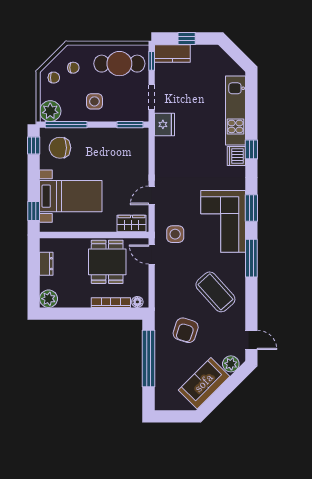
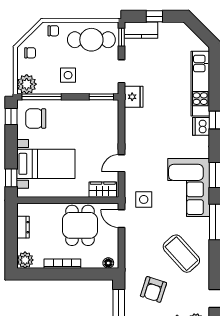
chair: (73, 68) -> (53, 31), moved
bookcase: (111, 303) -> (62, 264), moved

